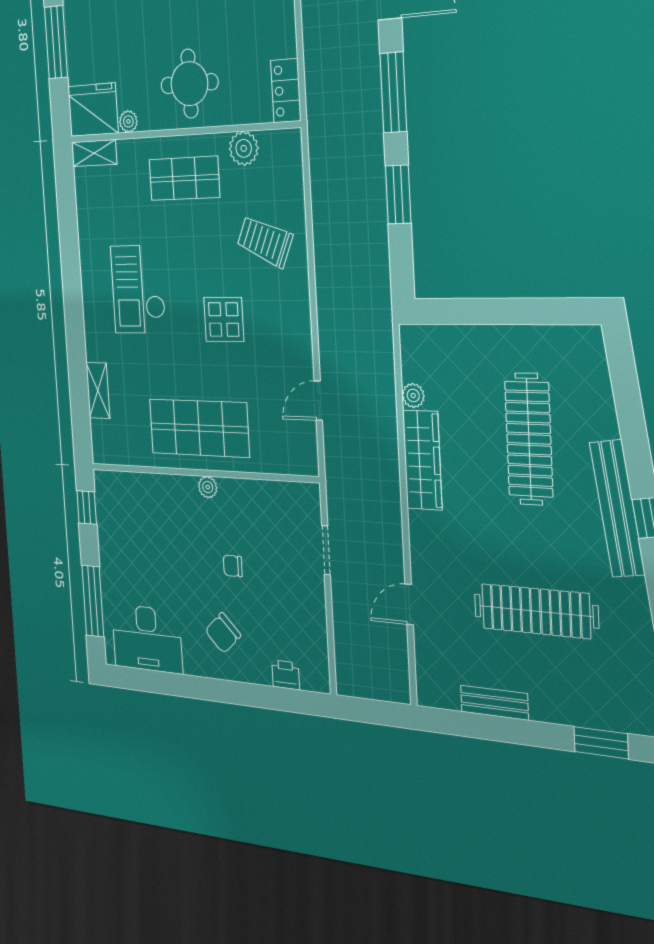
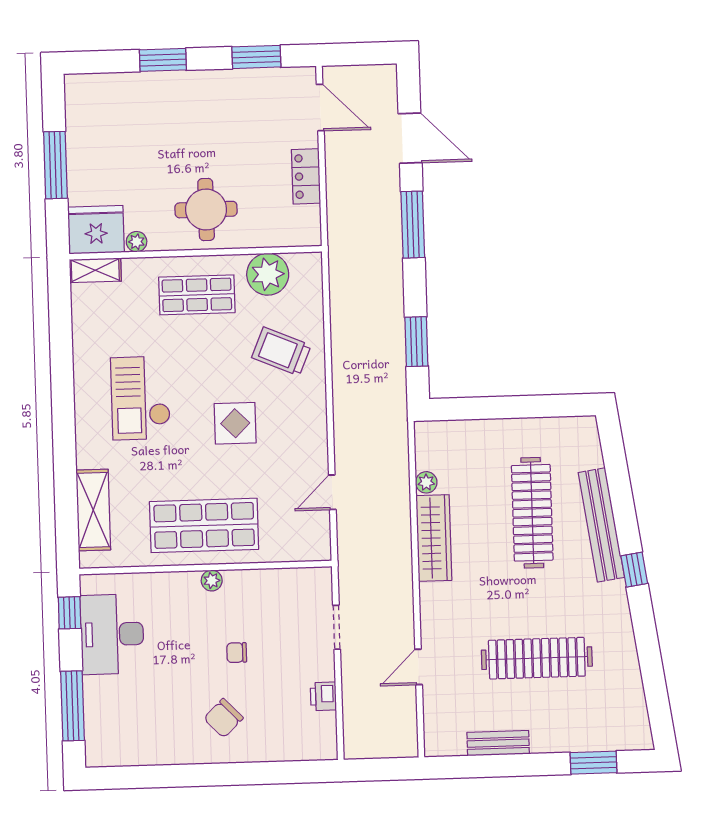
locker: (286, 91) -> (306, 176), moved
plant: (244, 148) -> (268, 274), width x1.36, depth x1.36
window: (398, 194) -> (416, 342), moved
shelving: (98, 390) -> (93, 510), width x1.50, depth x1.33
bench: (617, 509) -> (601, 525), moved
desk: (147, 639) -> (112, 634), moved, turned 90
printer: (286, 675) -> (323, 696), moved, turned -90

